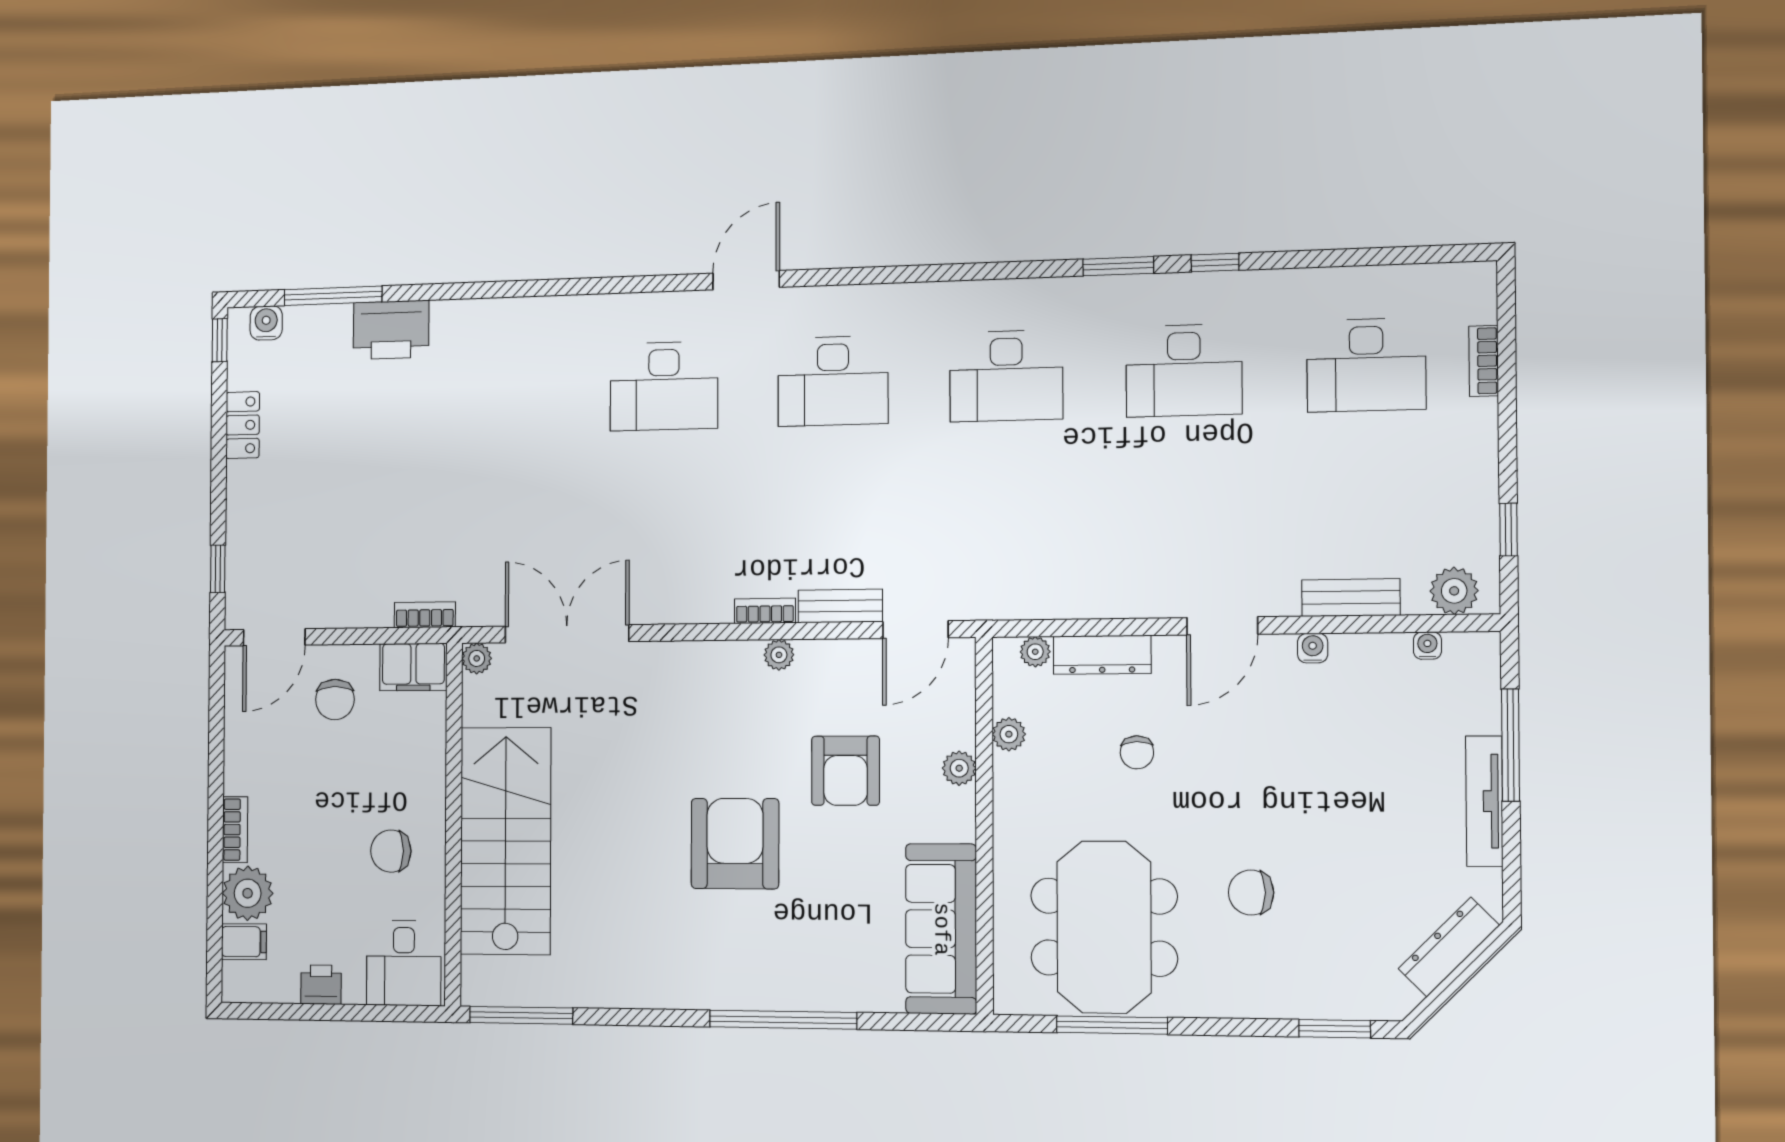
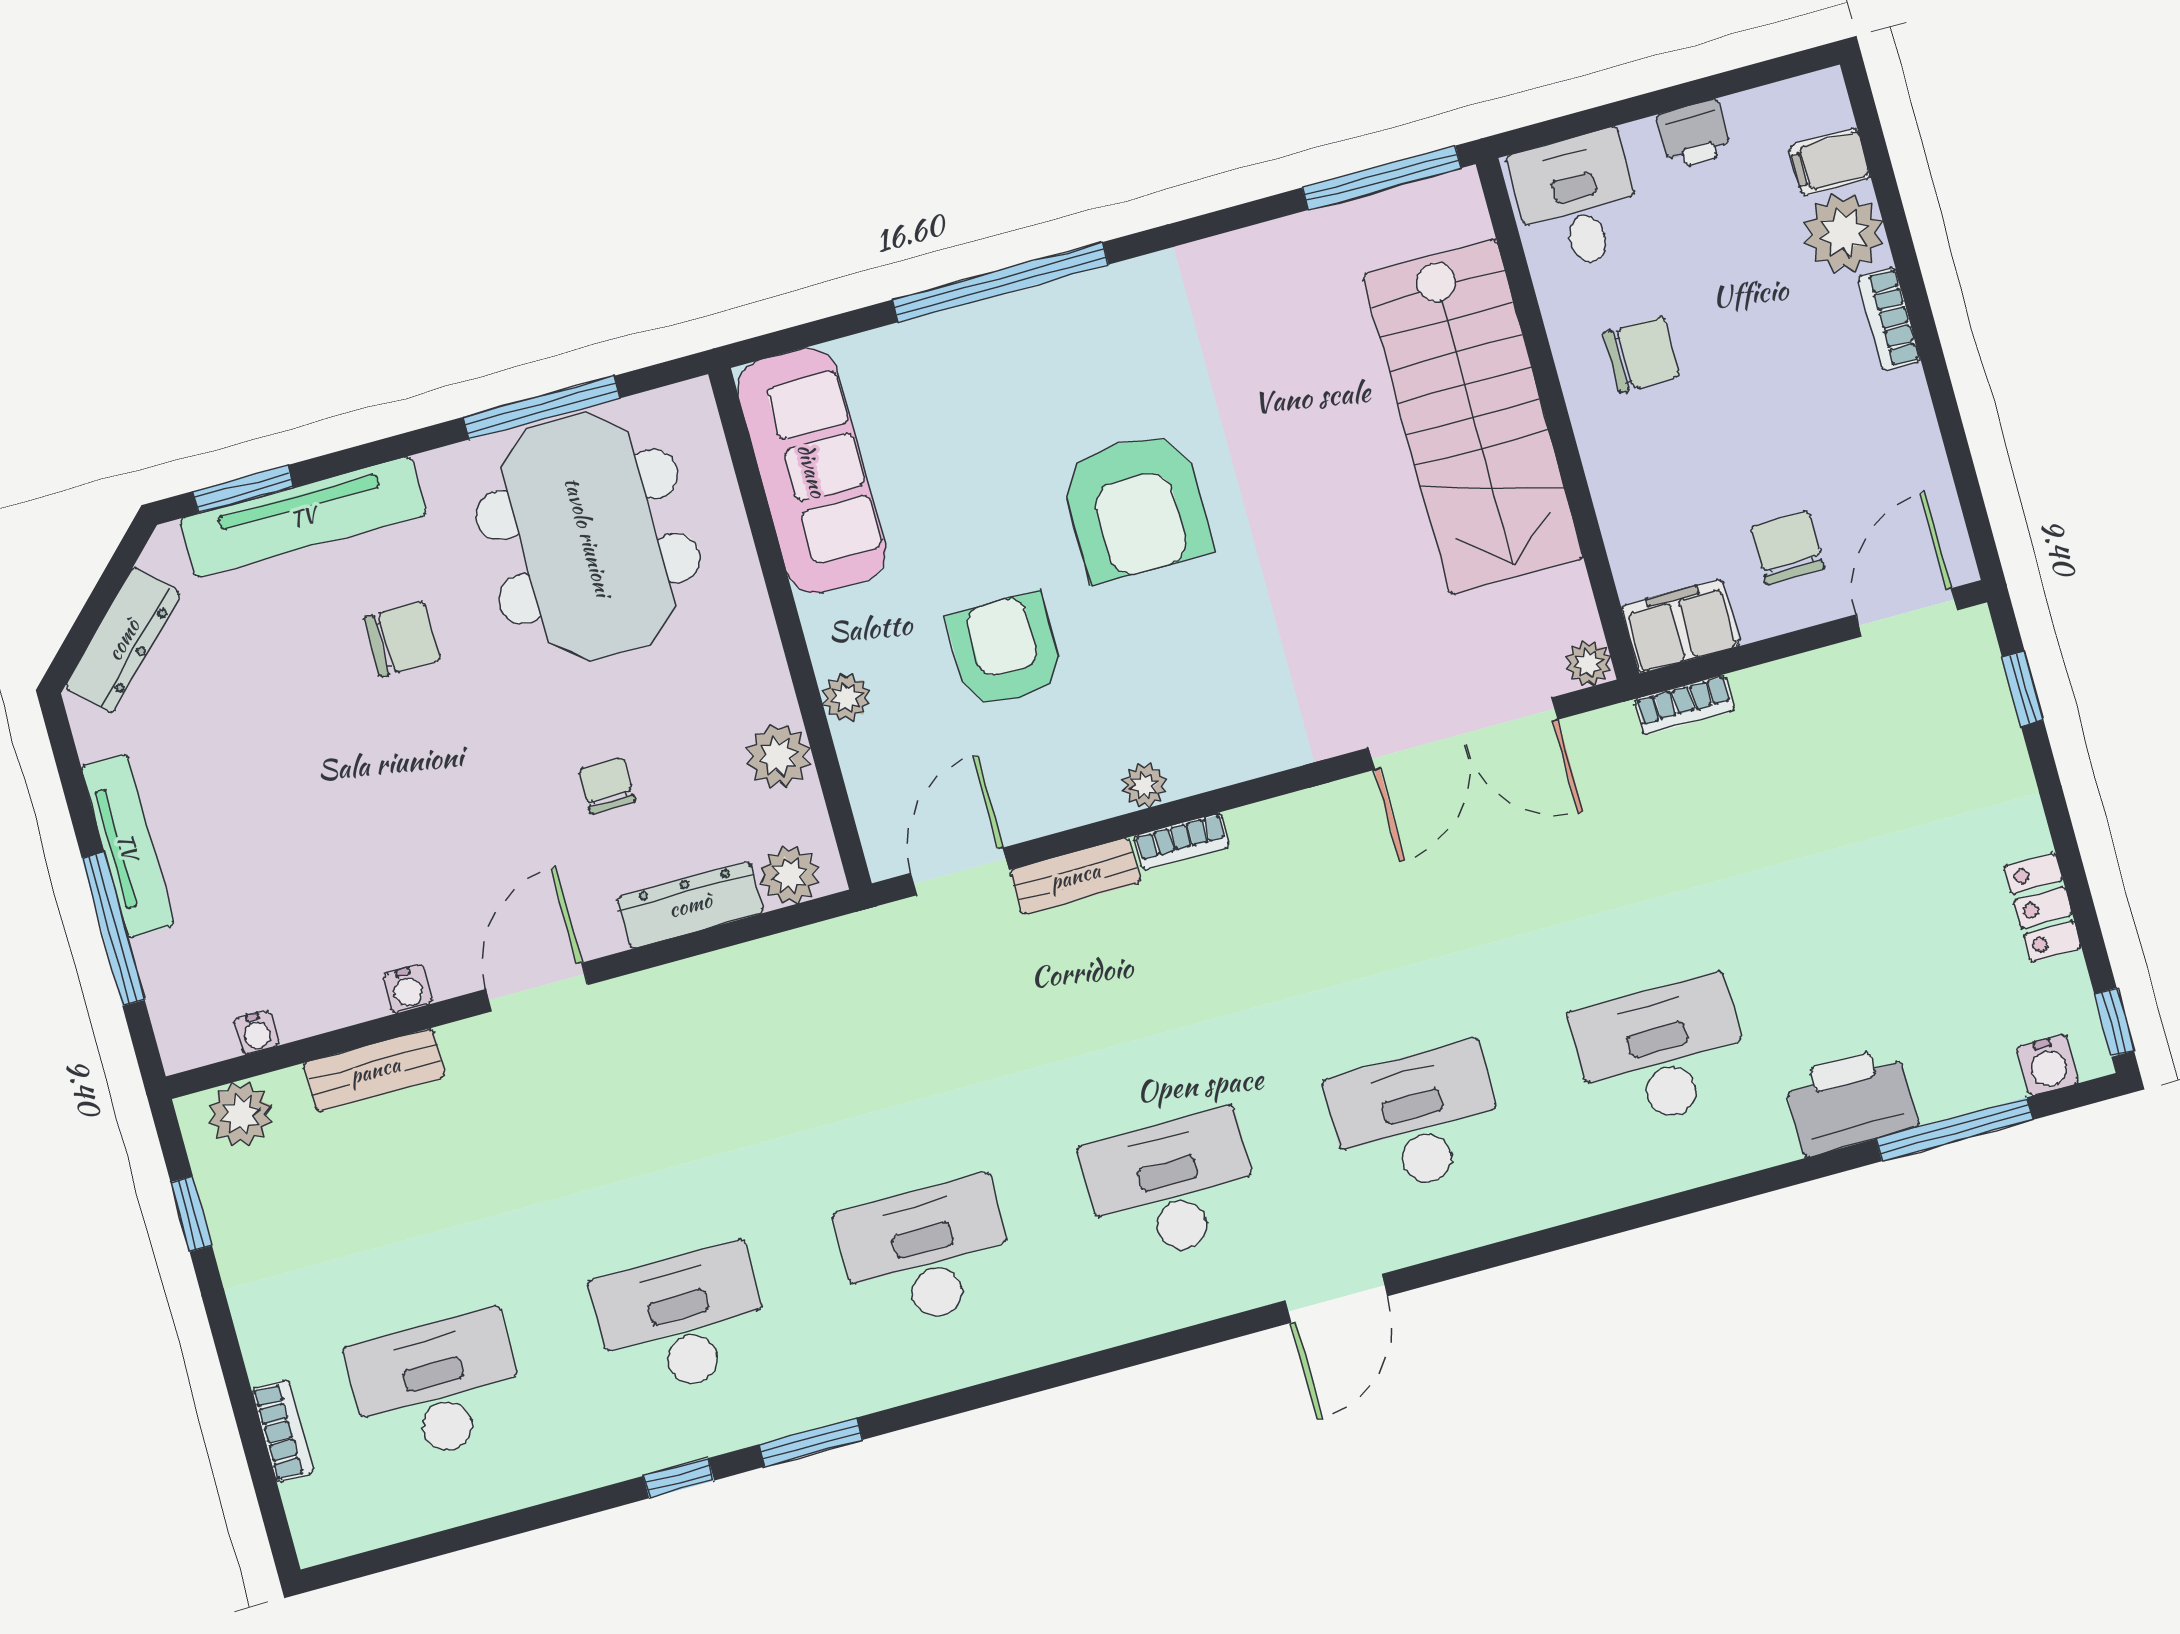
desk: (499, 391) -> (1661, 1053), added
plant: (1035, 652) -> (789, 875), width x1.38, depth x1.38
plant: (1009, 734) -> (779, 756), width x1.38, depth x1.38
tv unit: (1298, 997) -> (303, 517), added

